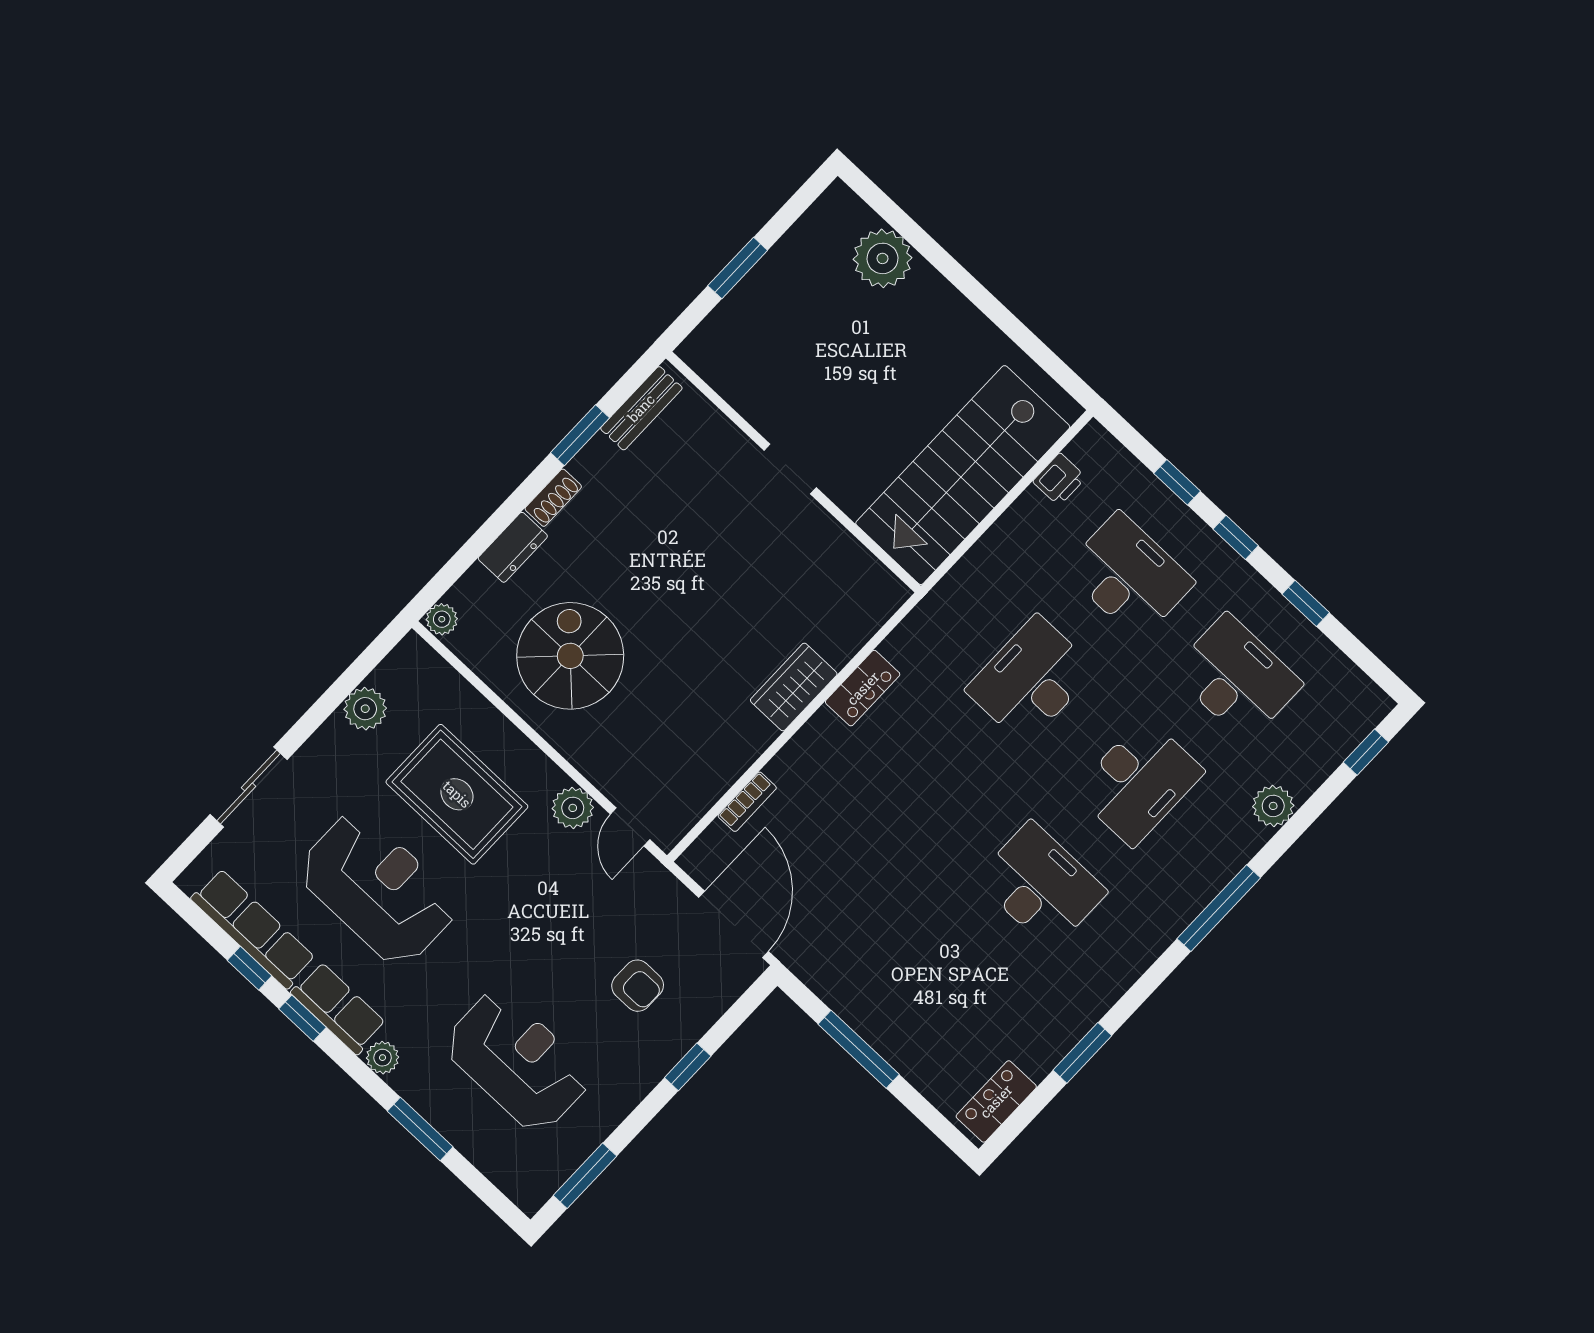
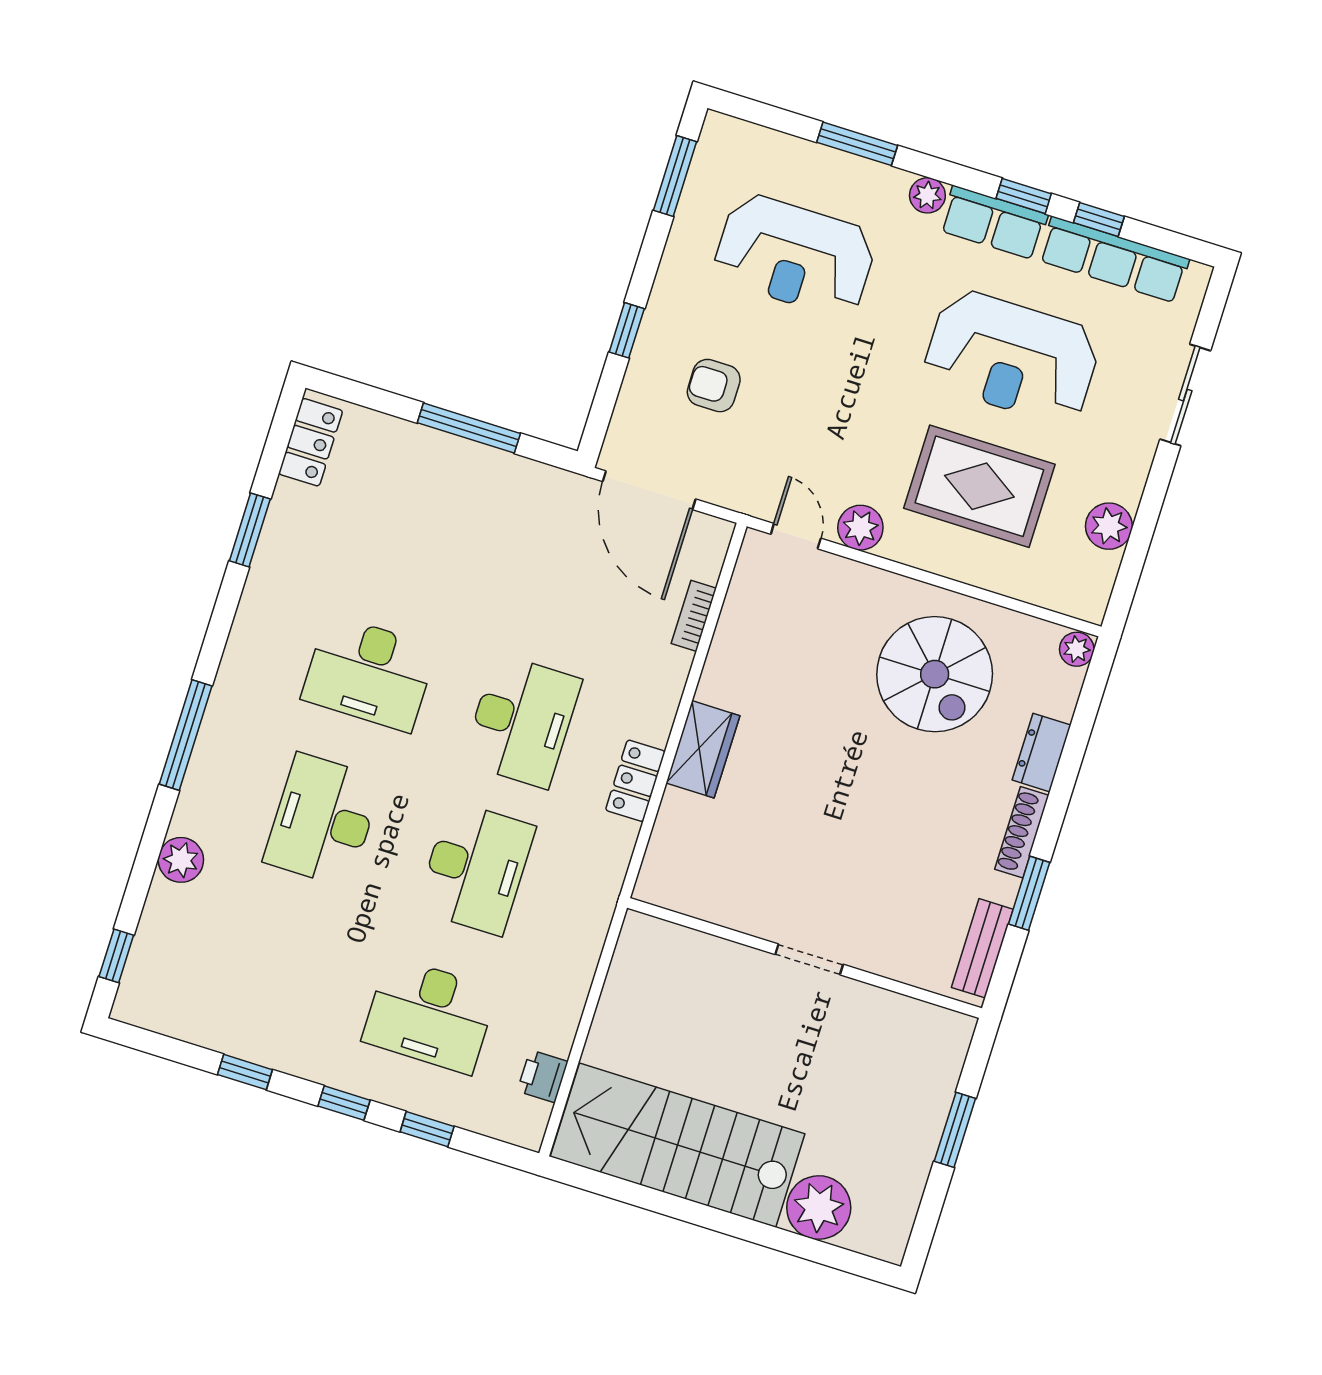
stairs: (963, 475) -> (678, 1145), moved, turned -90
shoe rack: (553, 498) -> (1022, 832), width x1.43
desk: (1237, 678) -> (522, 721), moved, turned -90

